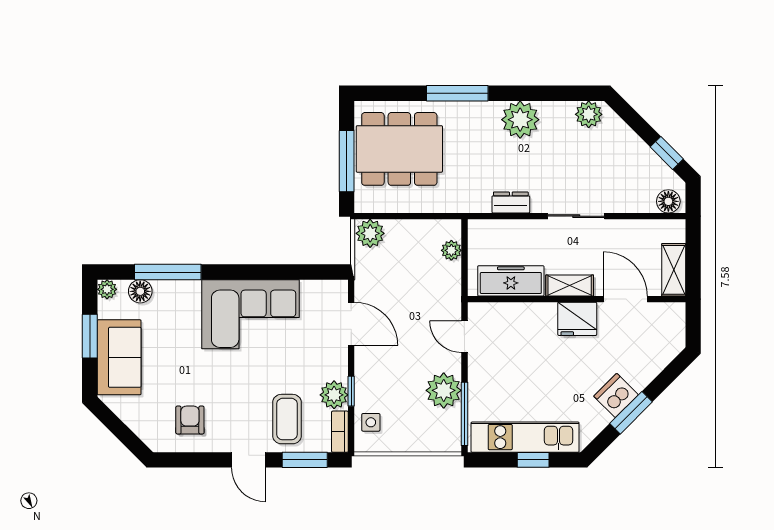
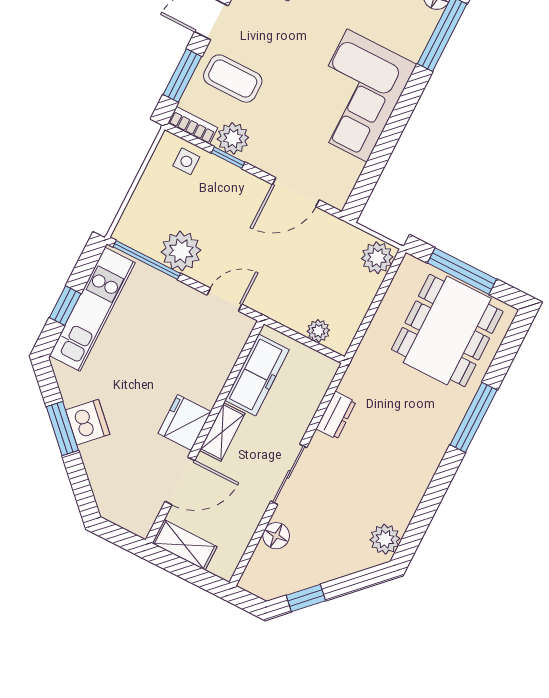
plant: (520, 120) -> (415, 467), removed
floor lamp: (668, 201) -> (276, 536), moved

